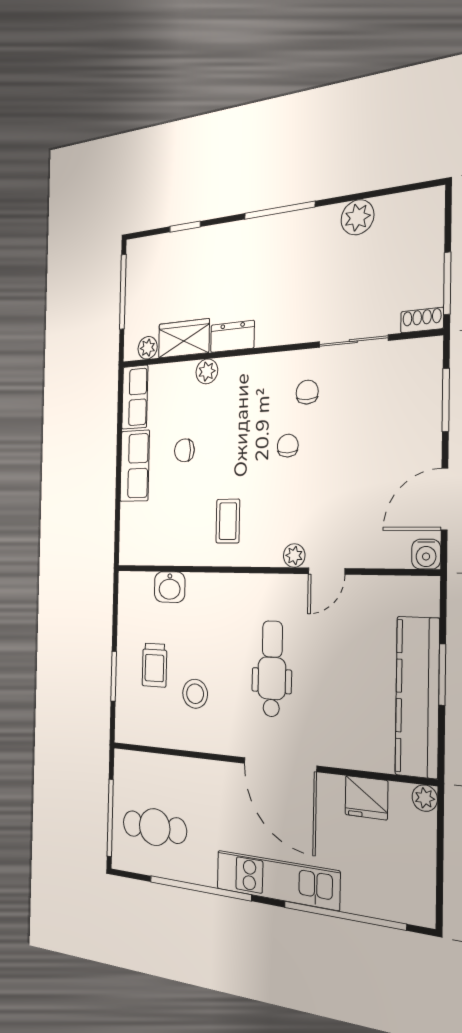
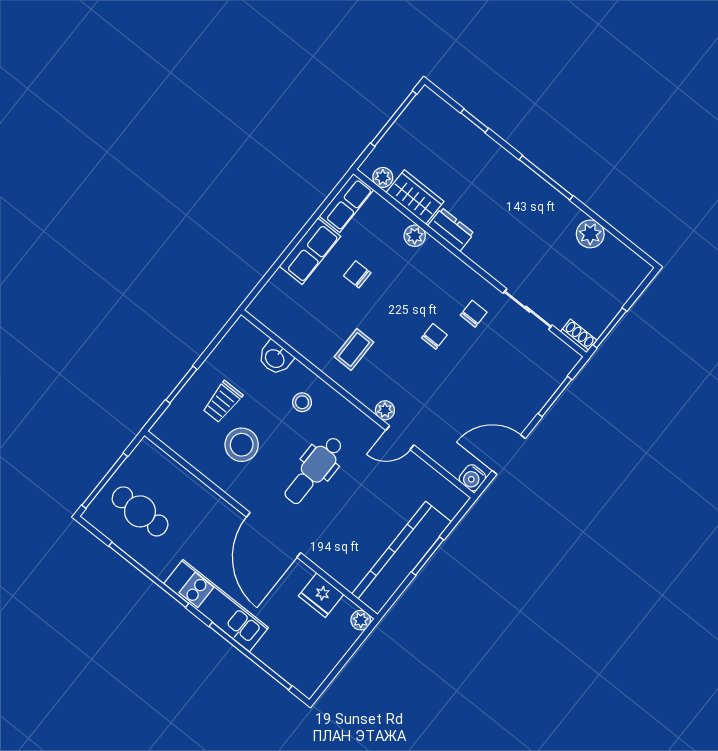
stool: (218, 610) -> (302, 402), added
dental chair: (272, 669) -> (314, 470), turned 180
stool: (195, 694) -> (242, 445), width x1.38, depth x1.38

